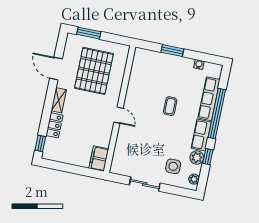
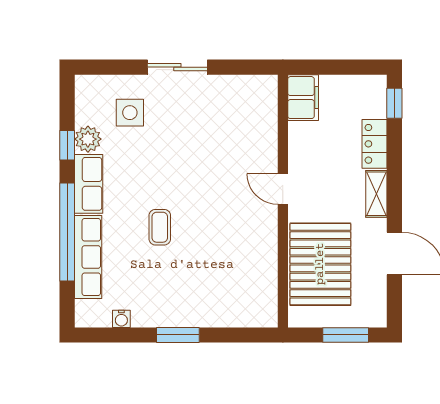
wall: (120, 109) -> (283, 201), moved
door: (118, 115) -> (283, 189), moved
filing cabinet: (99, 159) -> (303, 98), moved
plant: (194, 179) -> (85, 96), removed

